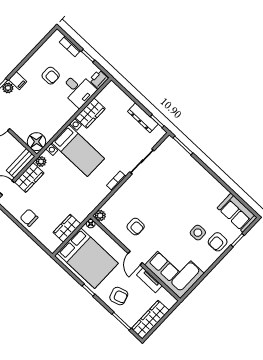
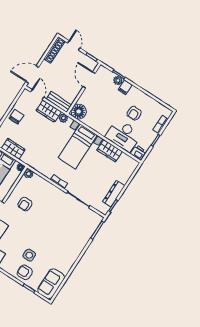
desk: (78, 90) -> (123, 135), width x1.37

